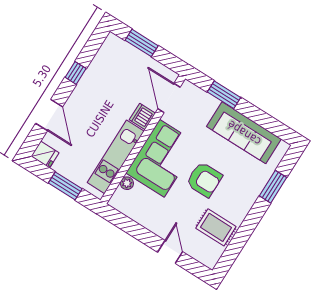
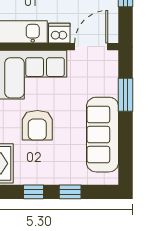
window: (273, 187) -> (70, 192), width x0.67
window: (255, 216) -> (34, 192), added

